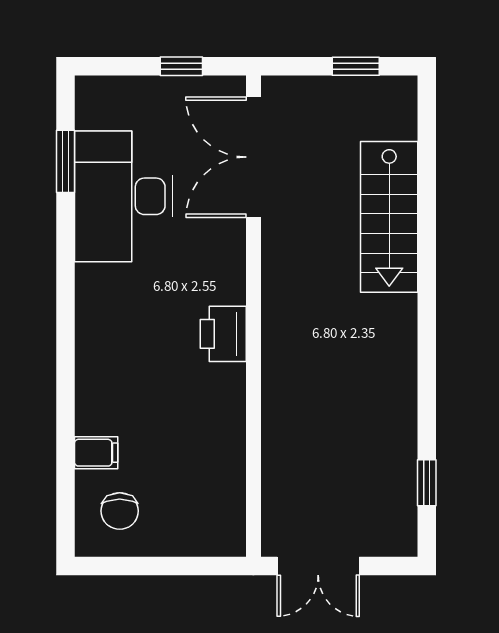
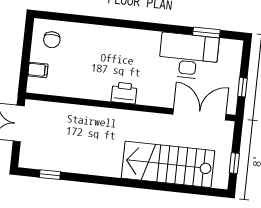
stairs: (389, 217) -> (168, 164), width x1.36, depth x1.51
filing cabinet: (96, 453) -> (38, 70), moved, turned -90
chair: (120, 511) -> (52, 40), turned -90

